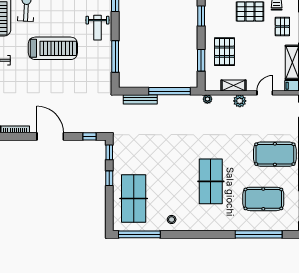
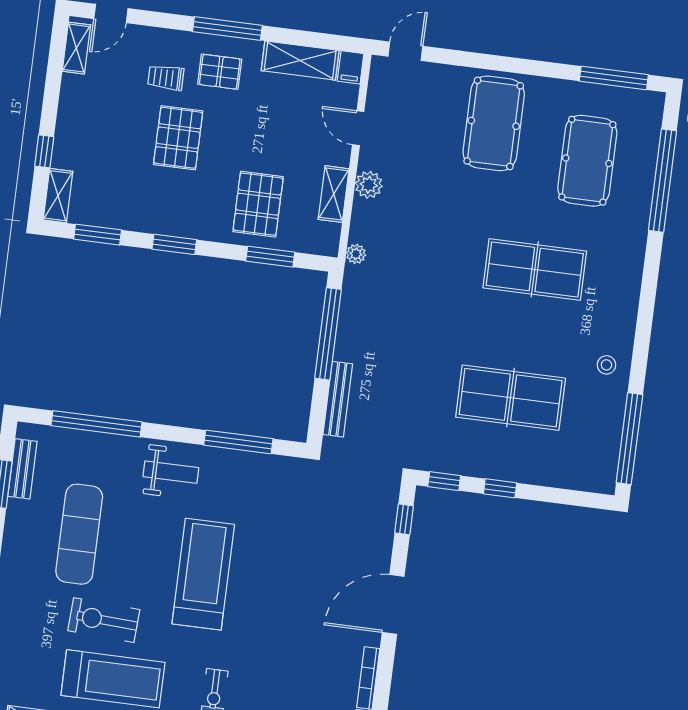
pallet: (224, 52) -> (258, 204), turned 90
table tennis table: (134, 199) -> (511, 398), moved

